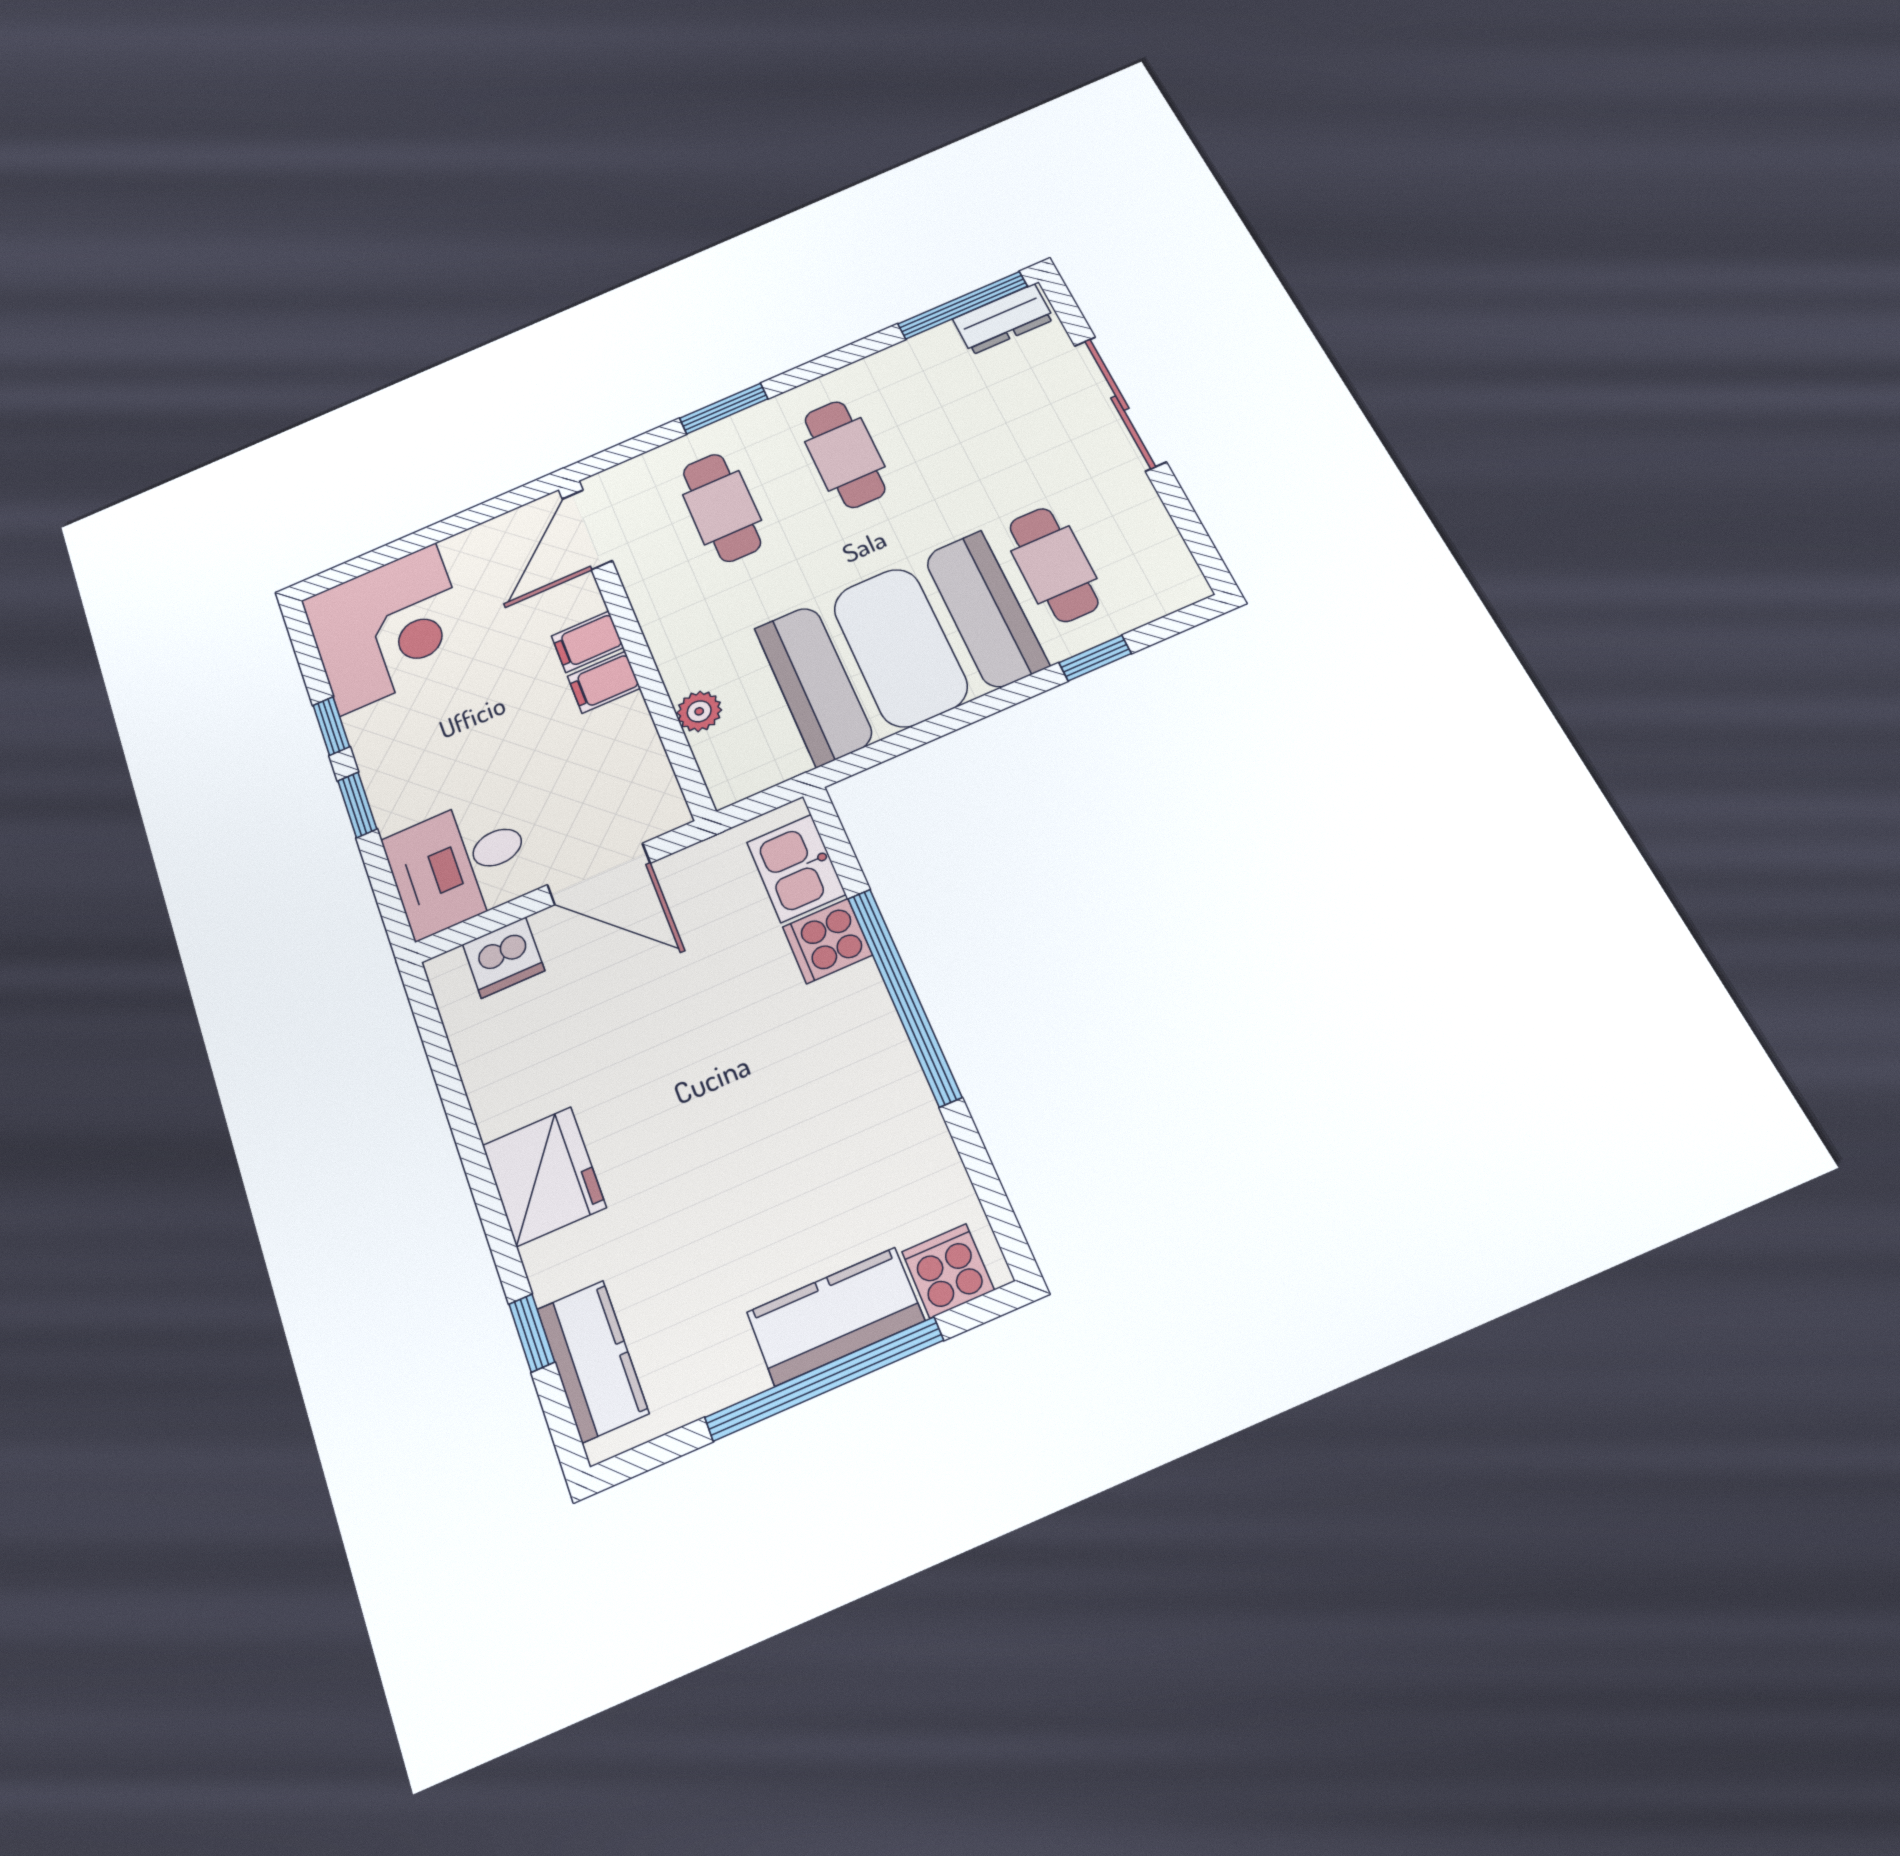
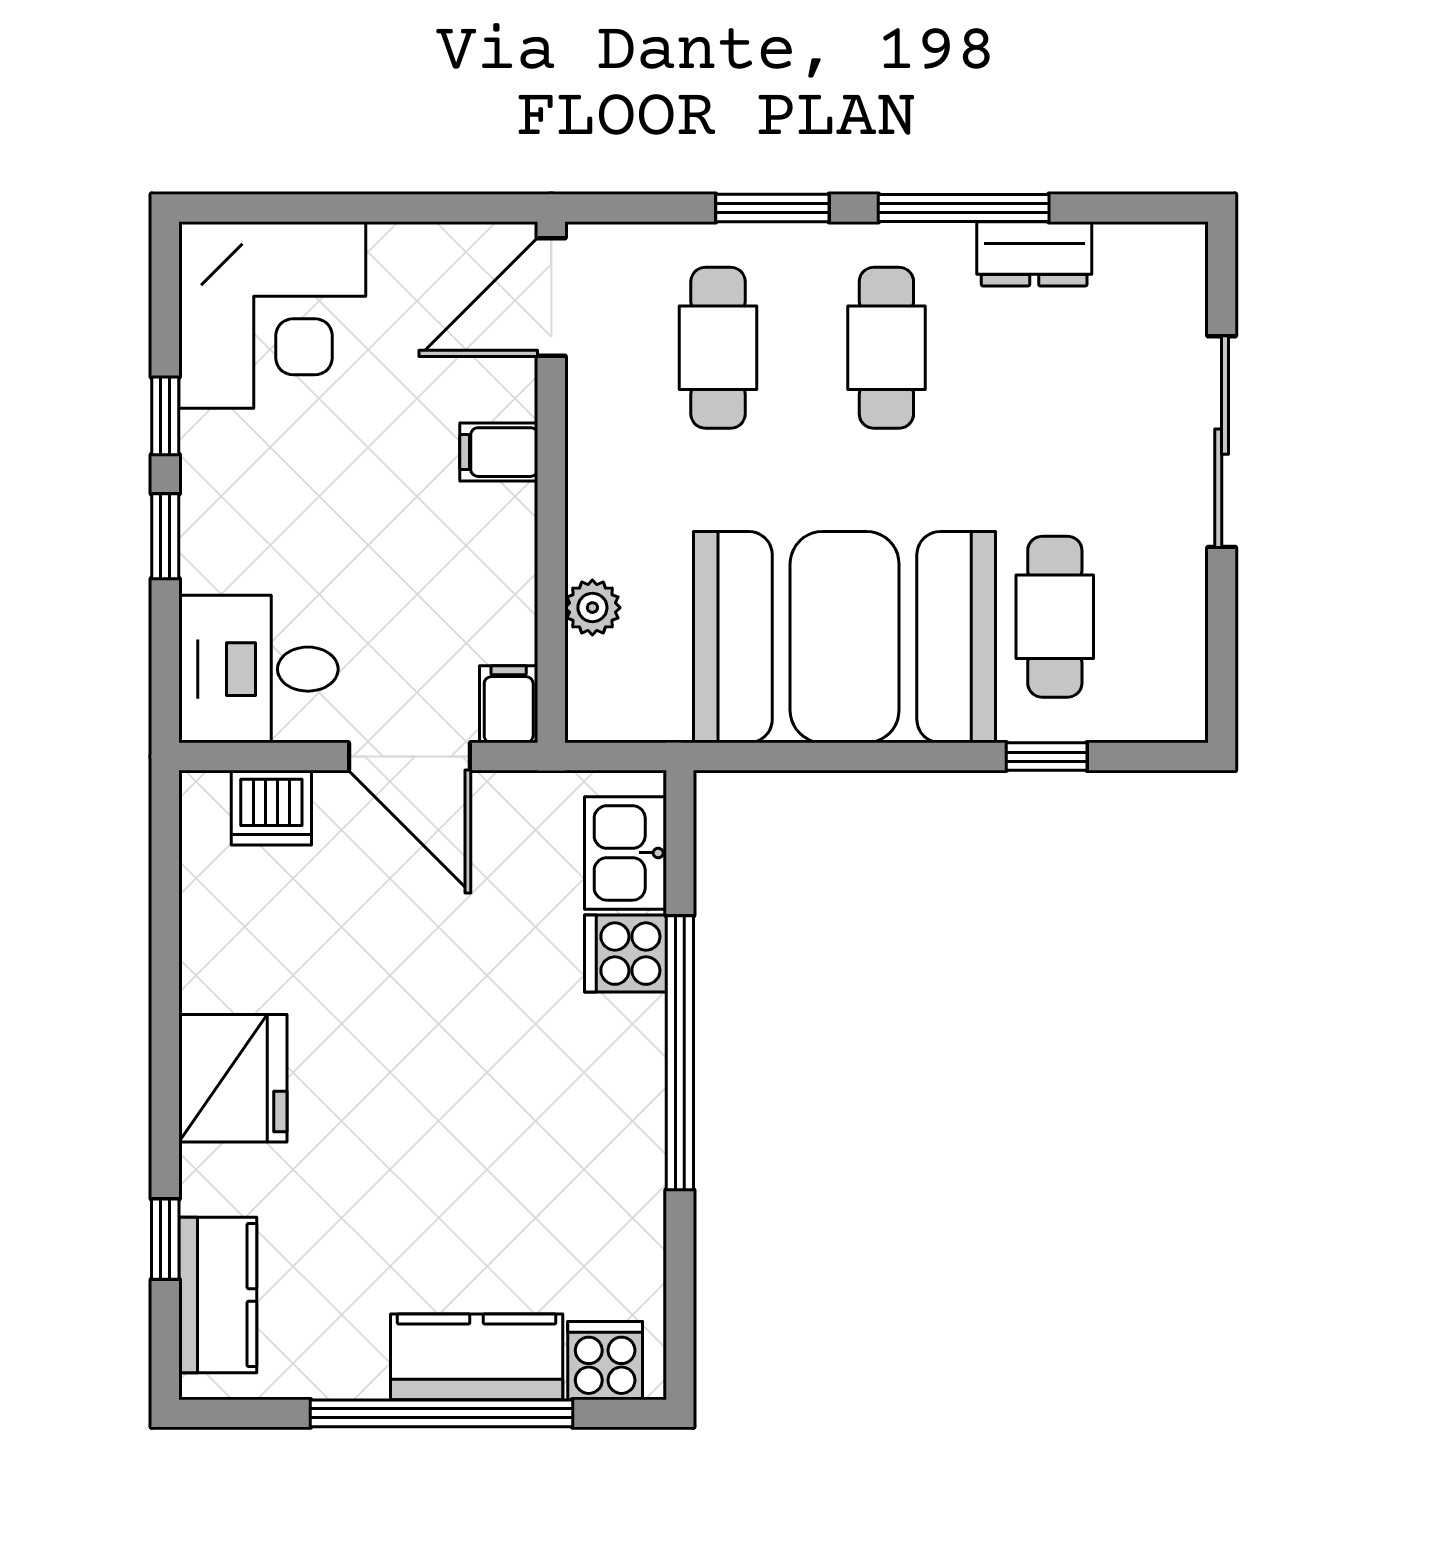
window: (963, 305) -> (964, 208), moved
dresser: (1003, 319) -> (1034, 254), moved
filing cabinet: (604, 682) -> (509, 704), moved, turned 90

